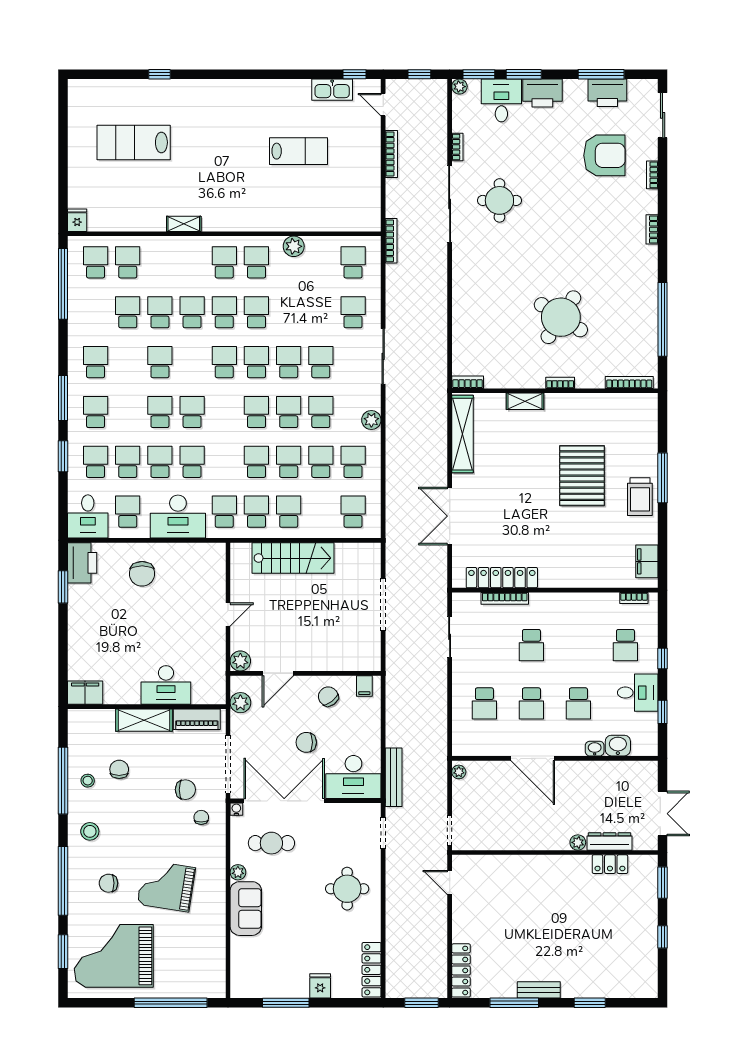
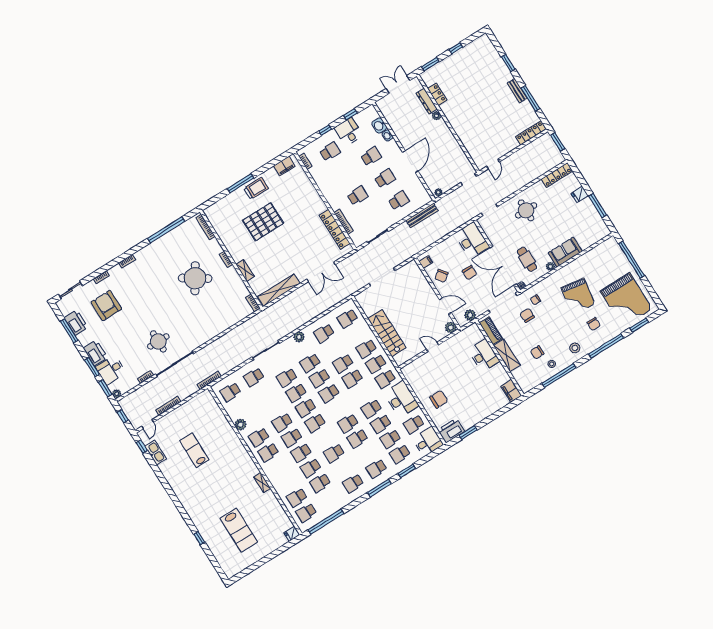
school desk: (321, 462) -> (334, 348), removed
bench: (394, 777) -> (422, 215), moved

